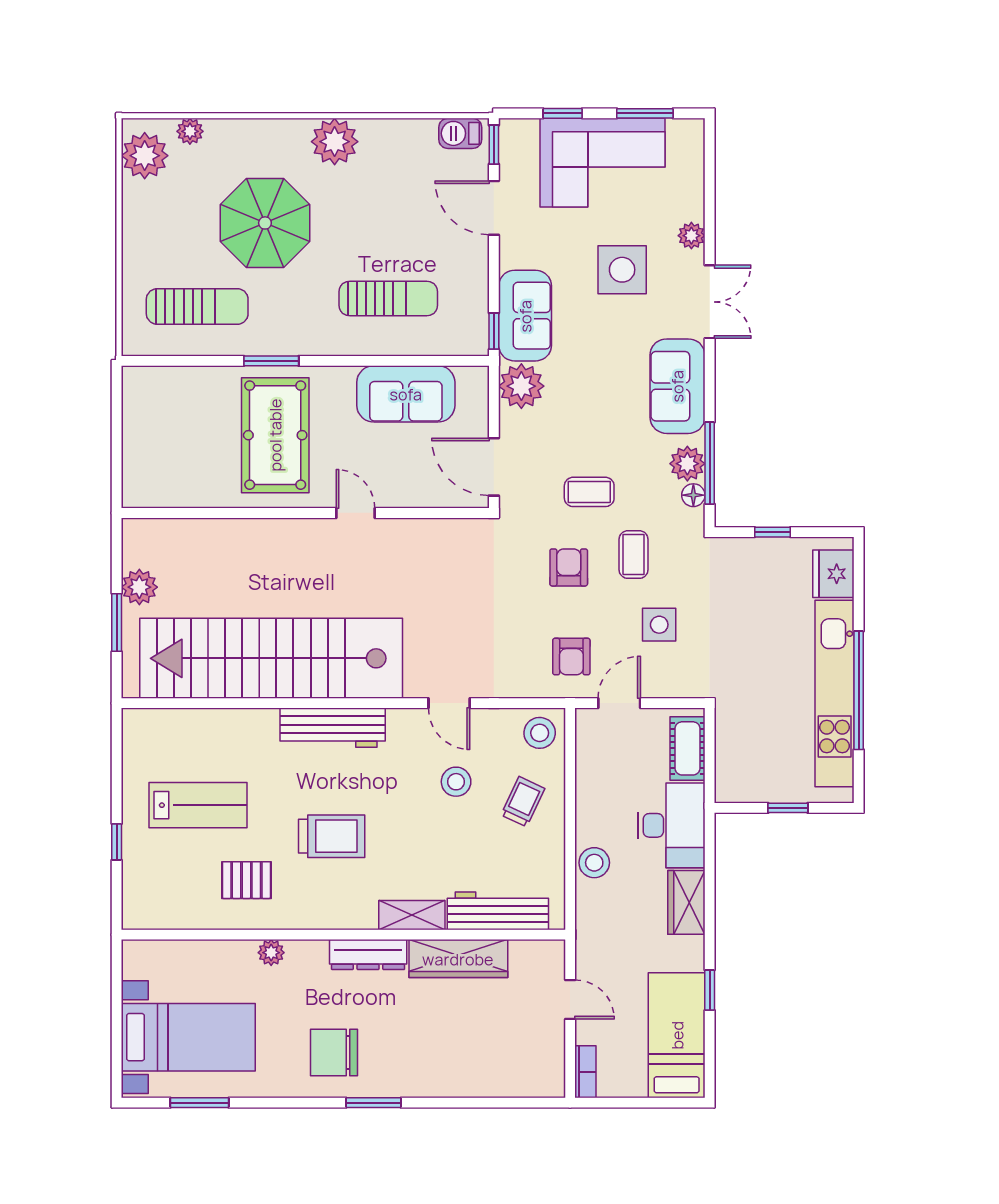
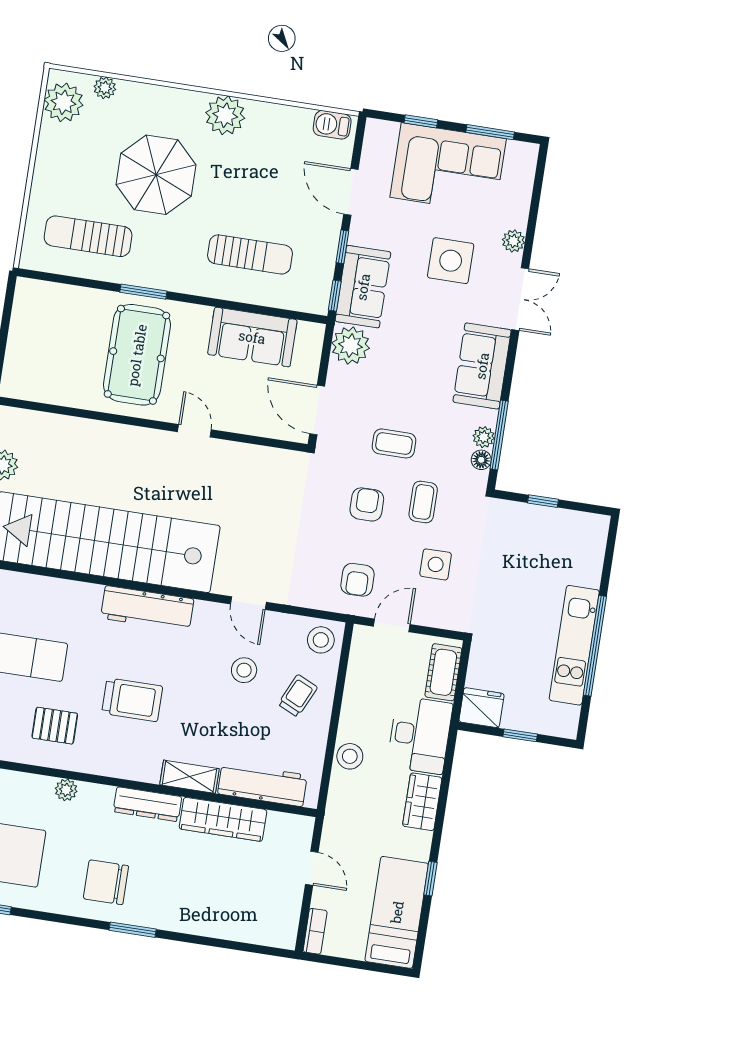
window: (494, 145) -> (342, 247), moved
sun lounger: (197, 306) -> (88, 236), turned 180
plant: (687, 464) -> (484, 437), width x0.73, depth x0.73
fridge: (833, 574) -> (481, 708), moved, turned 90
kitchen unit: (835, 694) -> (574, 645), width x0.73

